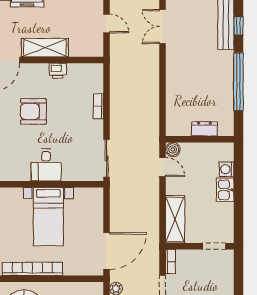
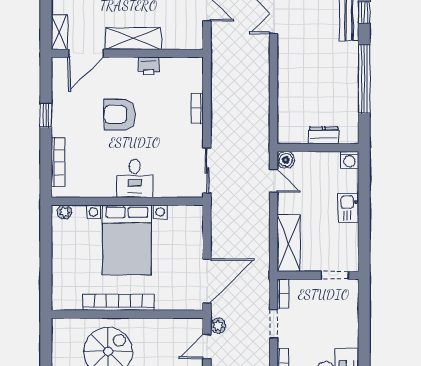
washing machine: (226, 169) -> (349, 160), moved, turned -90
bed with nightstands: (48, 217) -> (127, 240), width x1.36

